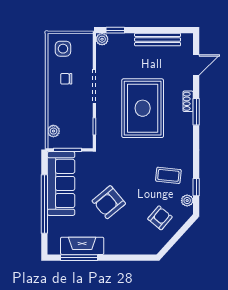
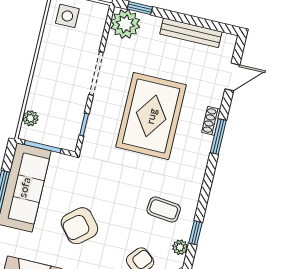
plant: (102, 39) -> (125, 24), width x1.88, depth x1.88
chair: (66, 79) -> (62, 55), removed

